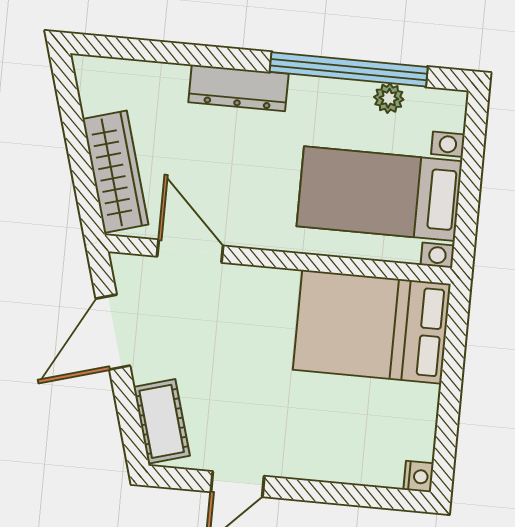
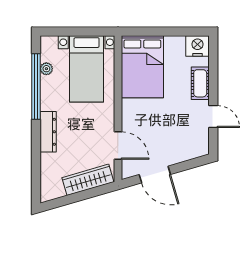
door: (190, 251) -> (118, 146), swing flipped
cot: (162, 421) -> (200, 83), moved, turned -74
nightstand: (419, 477) -> (197, 46), width x1.89, depth x1.79

